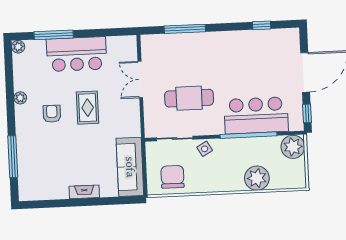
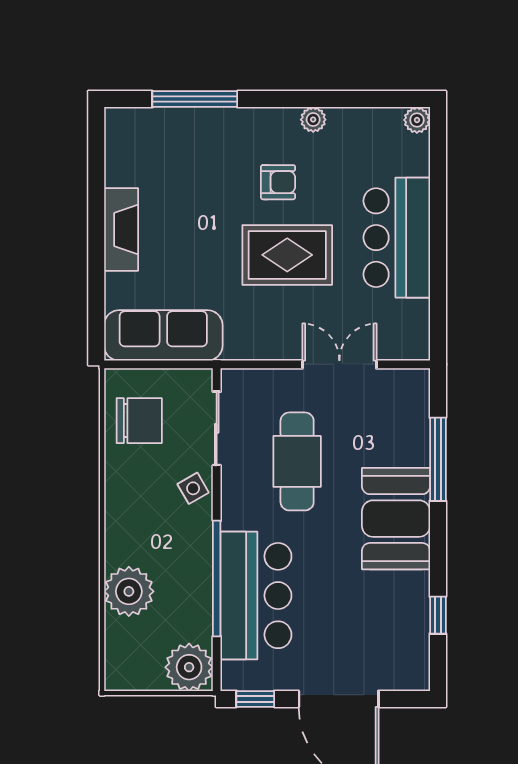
window: (54, 35) -> (438, 193), removed
booth: (215, 48) -> (396, 519), added
rug: (88, 108) -> (287, 255), width x1.36, depth x1.43
fireplace: (84, 192) -> (121, 229), width x1.37, depth x1.32

